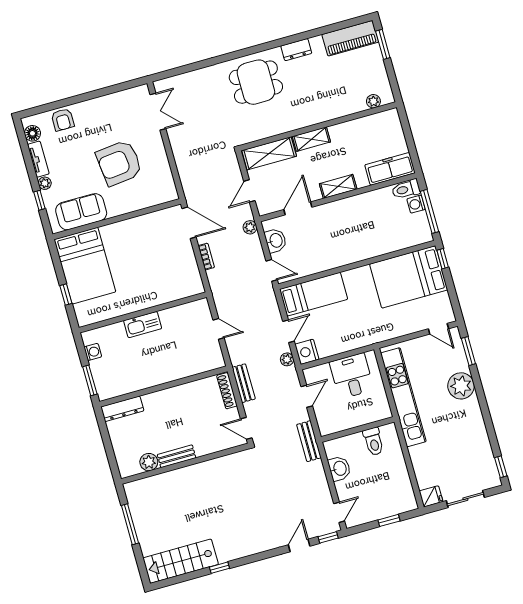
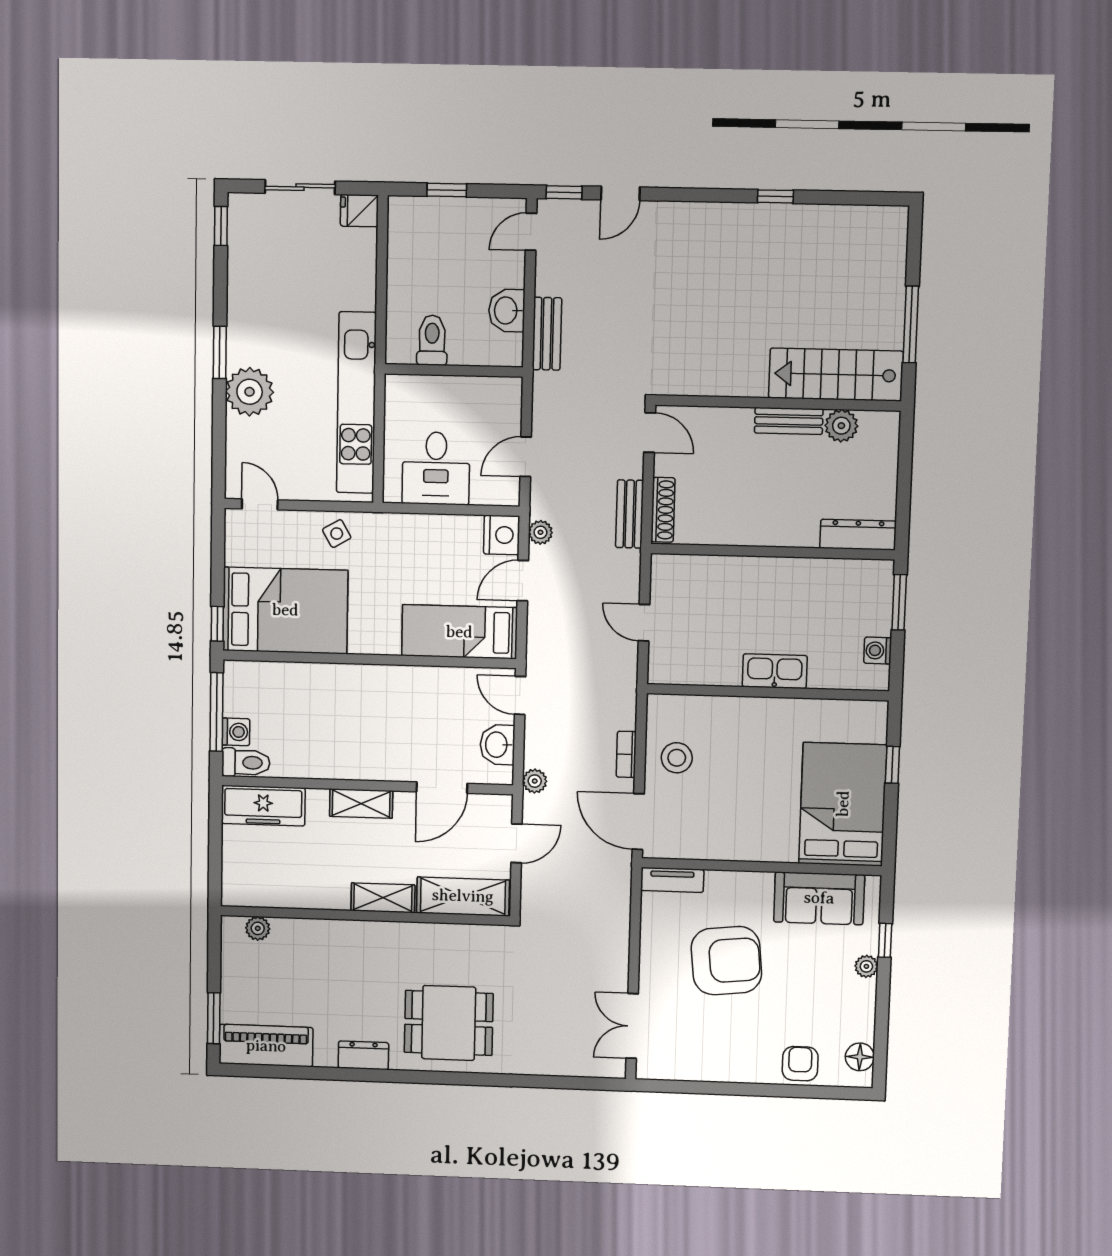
tv unit: (38, 159) -> (672, 880), moved, turned -90
stool: (179, 263) -> (677, 758), added
side table: (394, 326) -> (337, 534), added
window: (468, 351) -> (220, 352), moved
bench: (309, 441) -> (547, 334), moved
stairs: (181, 561) -> (836, 375), moved, turned 180

